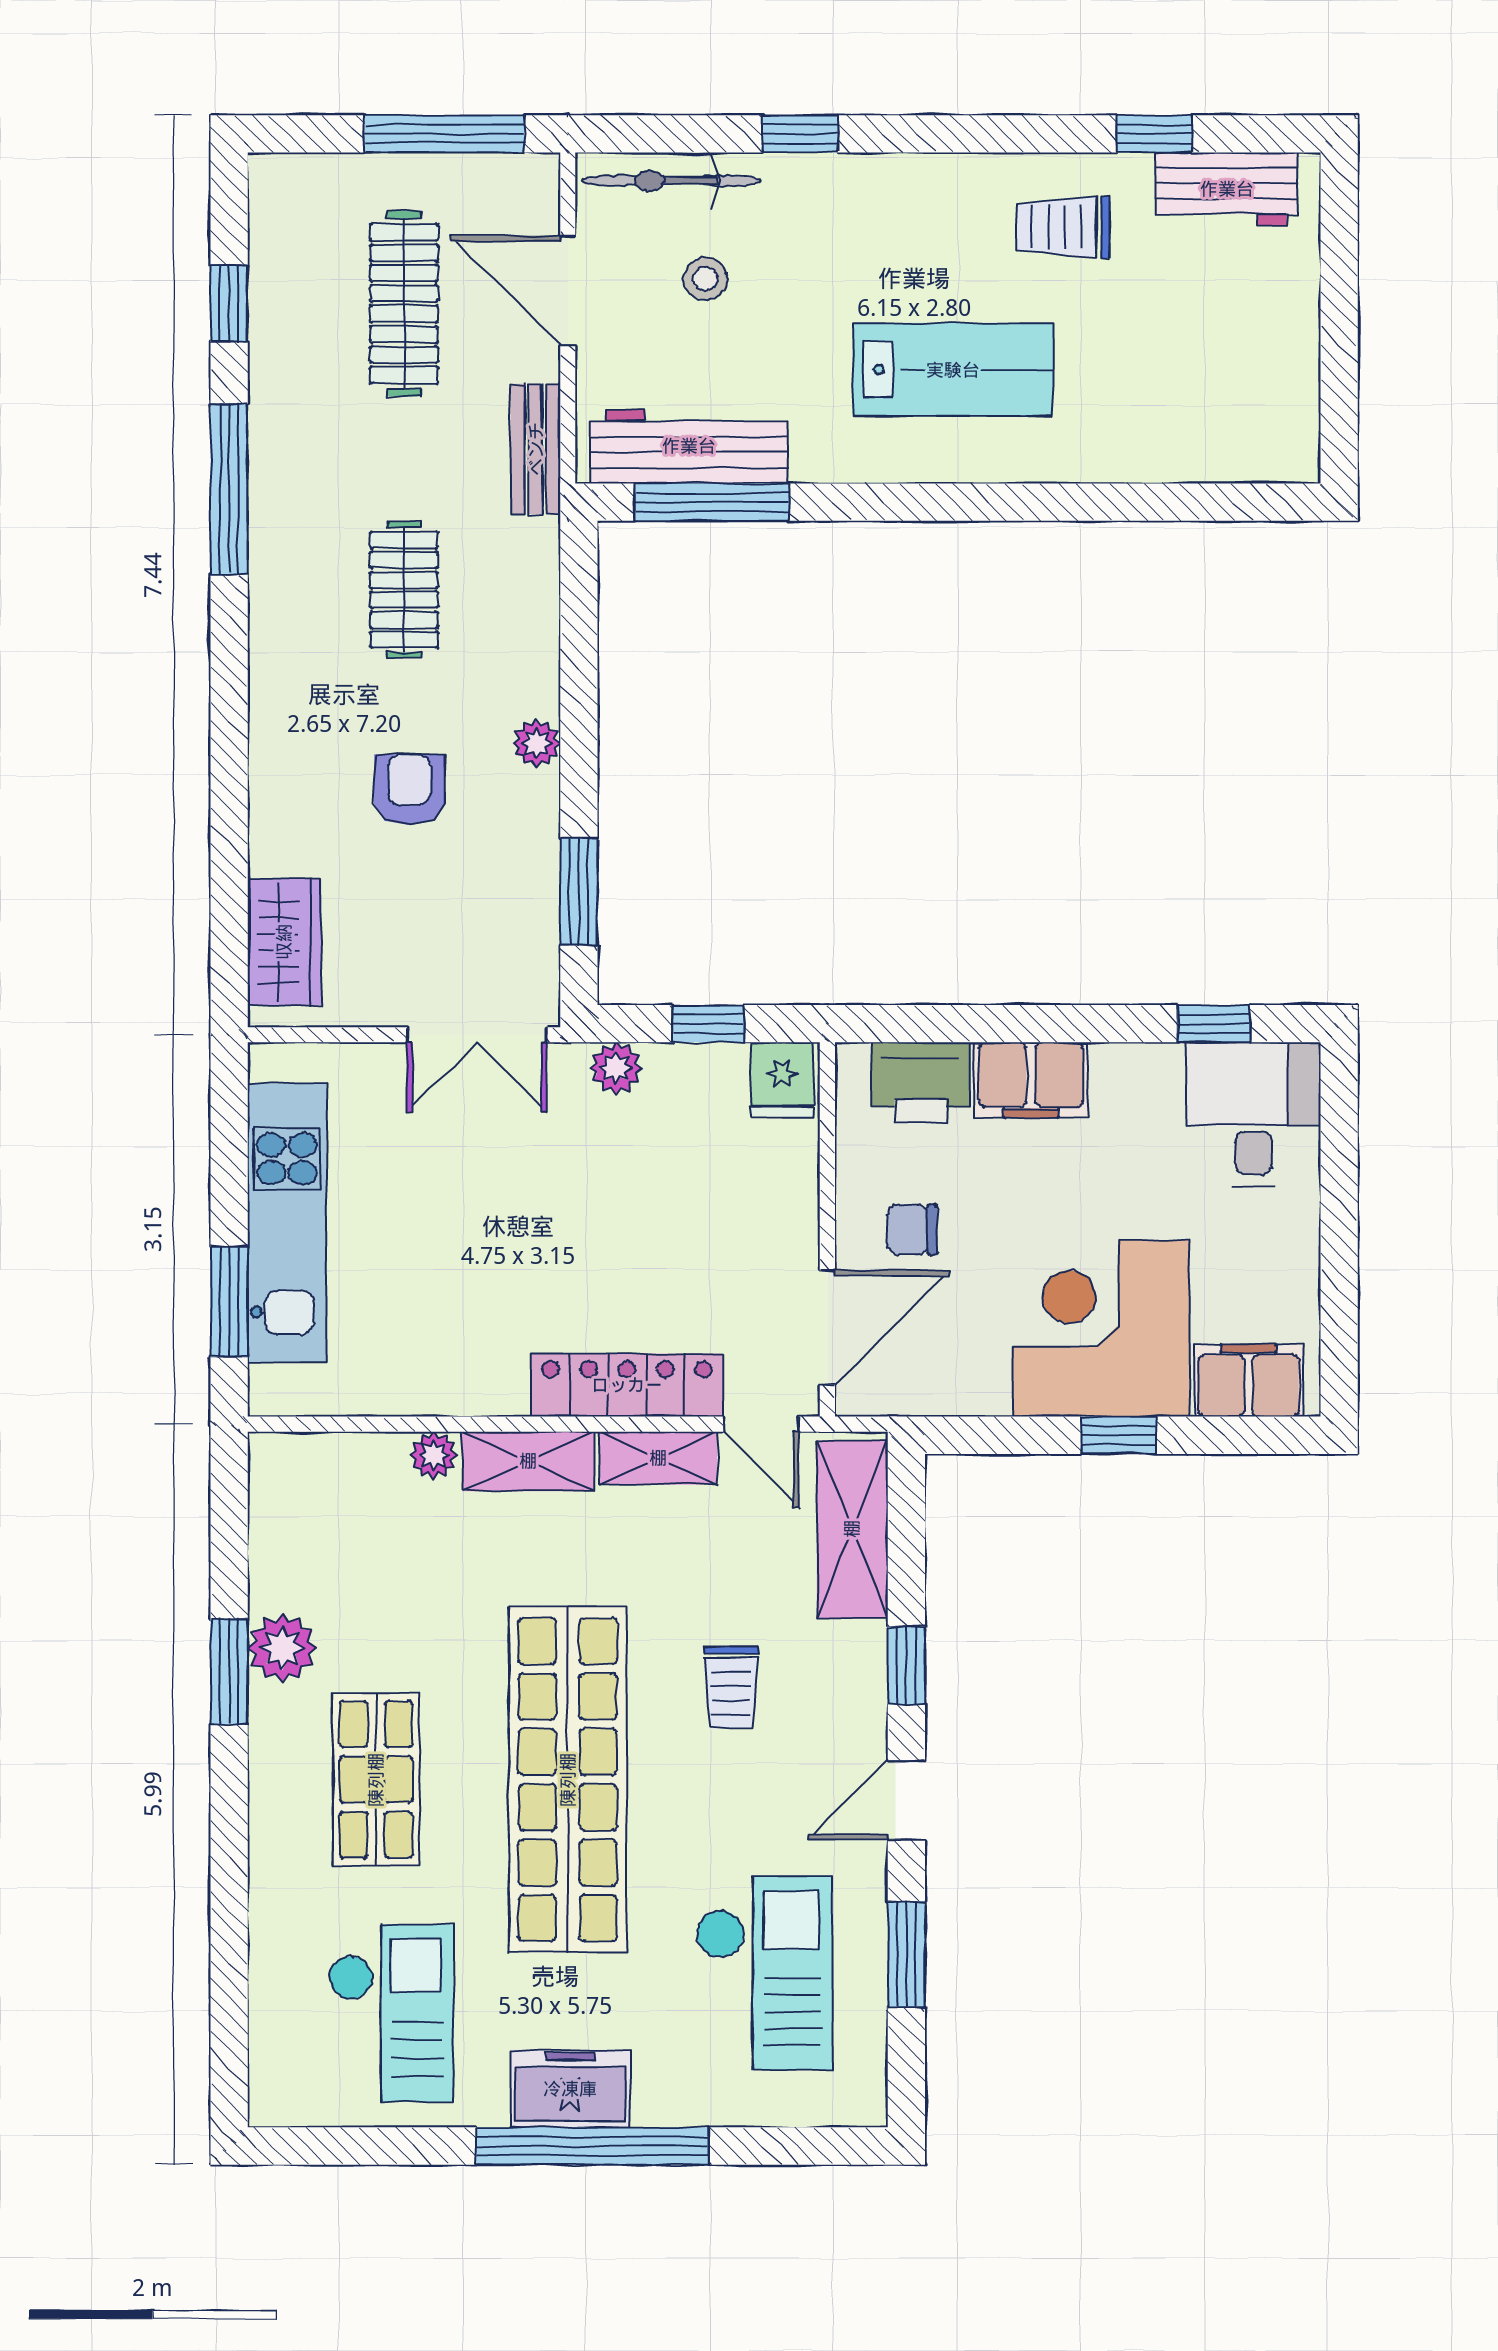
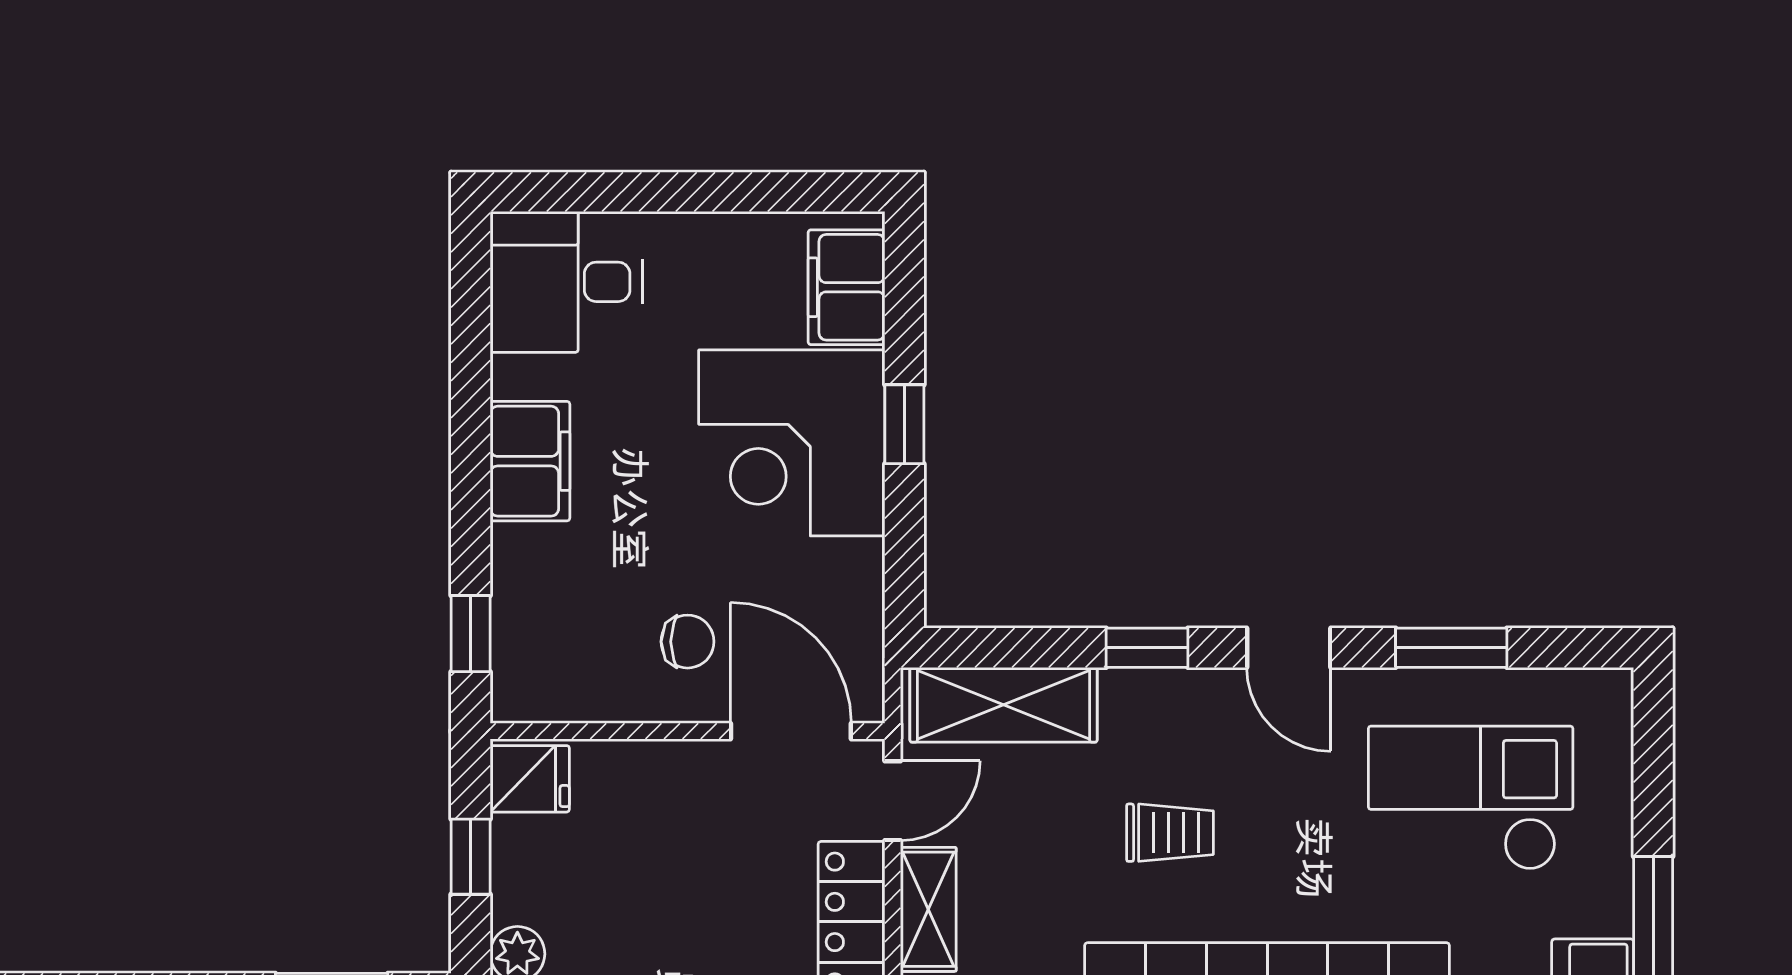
window: (1214, 1024) -> (471, 634), moved
filing cabinet: (1031, 1080) -> (530, 461), moved
printer: (920, 1083) -> (533, 633), removed
chair: (912, 1230) -> (688, 642), turned -90

